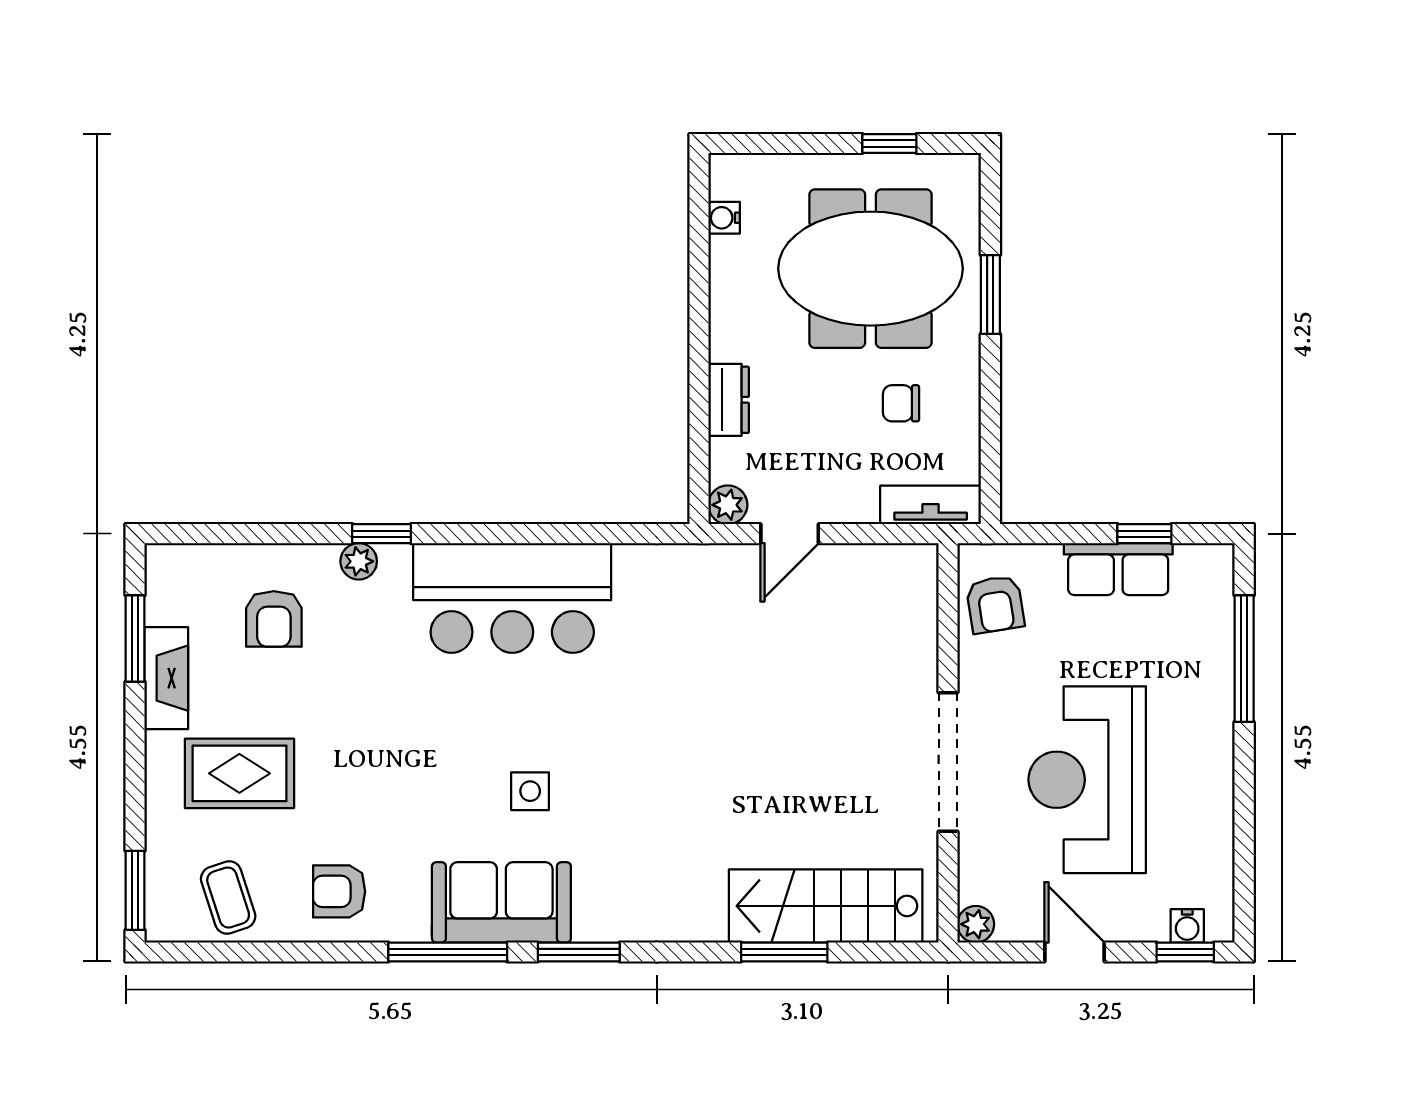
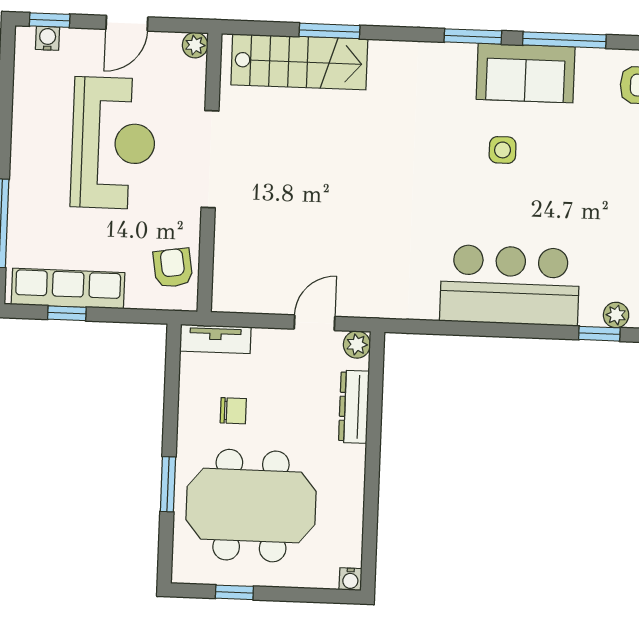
water cooler: (724, 218) -> (350, 579), moved, turned 90
dresser: (729, 400) -> (354, 407), width x1.44
row of seats: (1118, 569) -> (68, 289), width x1.48
door: (1074, 952) -> (127, 23), hinge flipped

